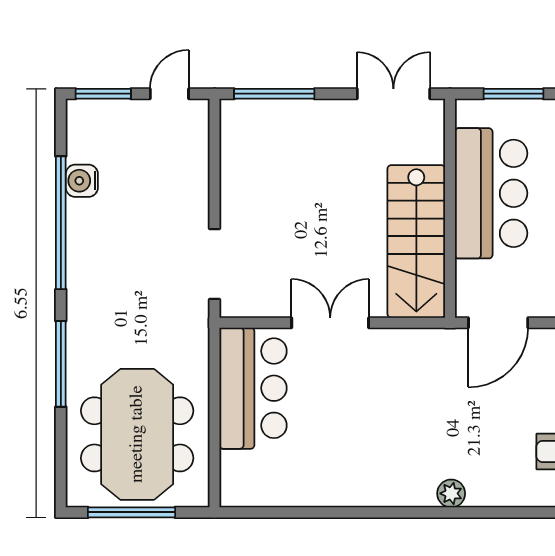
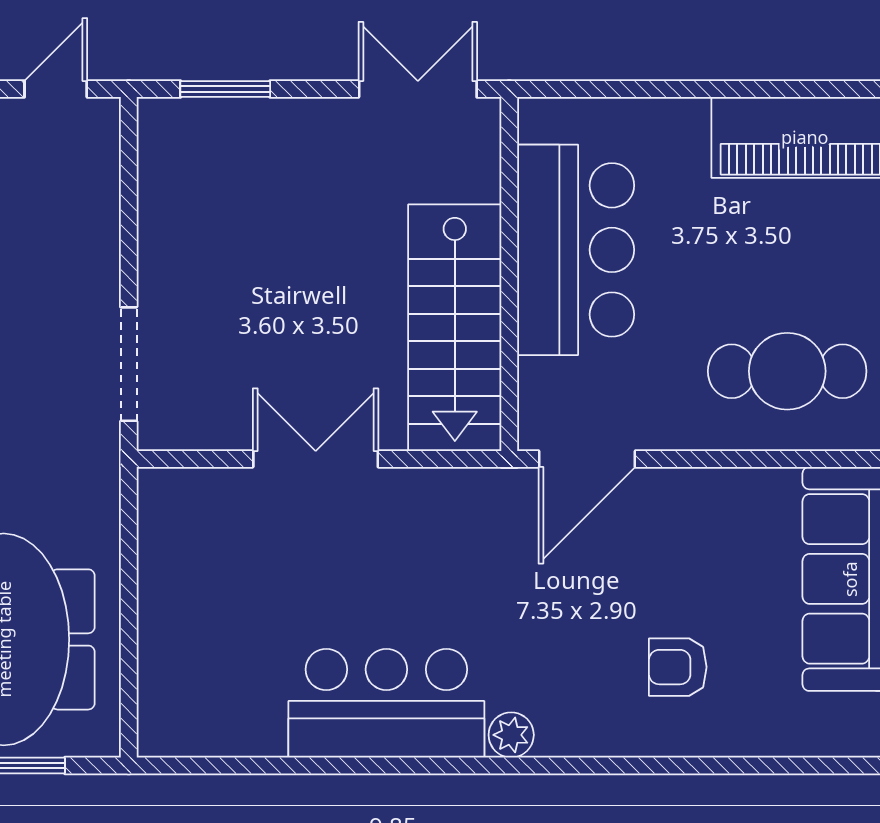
window: (274, 94) -> (225, 89), width x0.69
window: (513, 94) -> (612, 89), removed
bar counter: (253, 388) -> (386, 703), moved, turned -90

